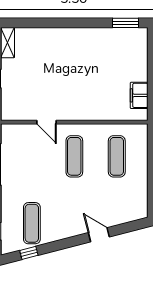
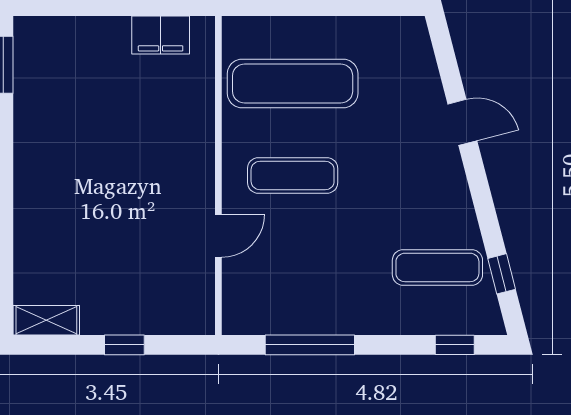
exercise mat: (117, 156) -> (293, 84), width x1.36, depth x1.45
door: (99, 235) -> (462, 122), swing flipped

